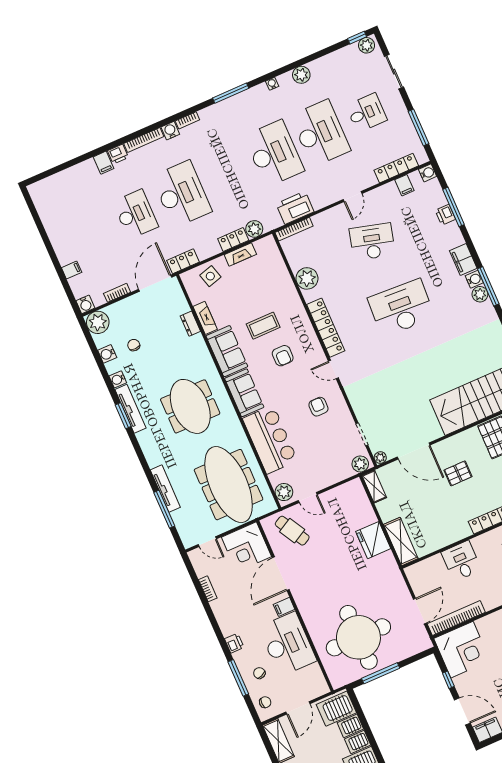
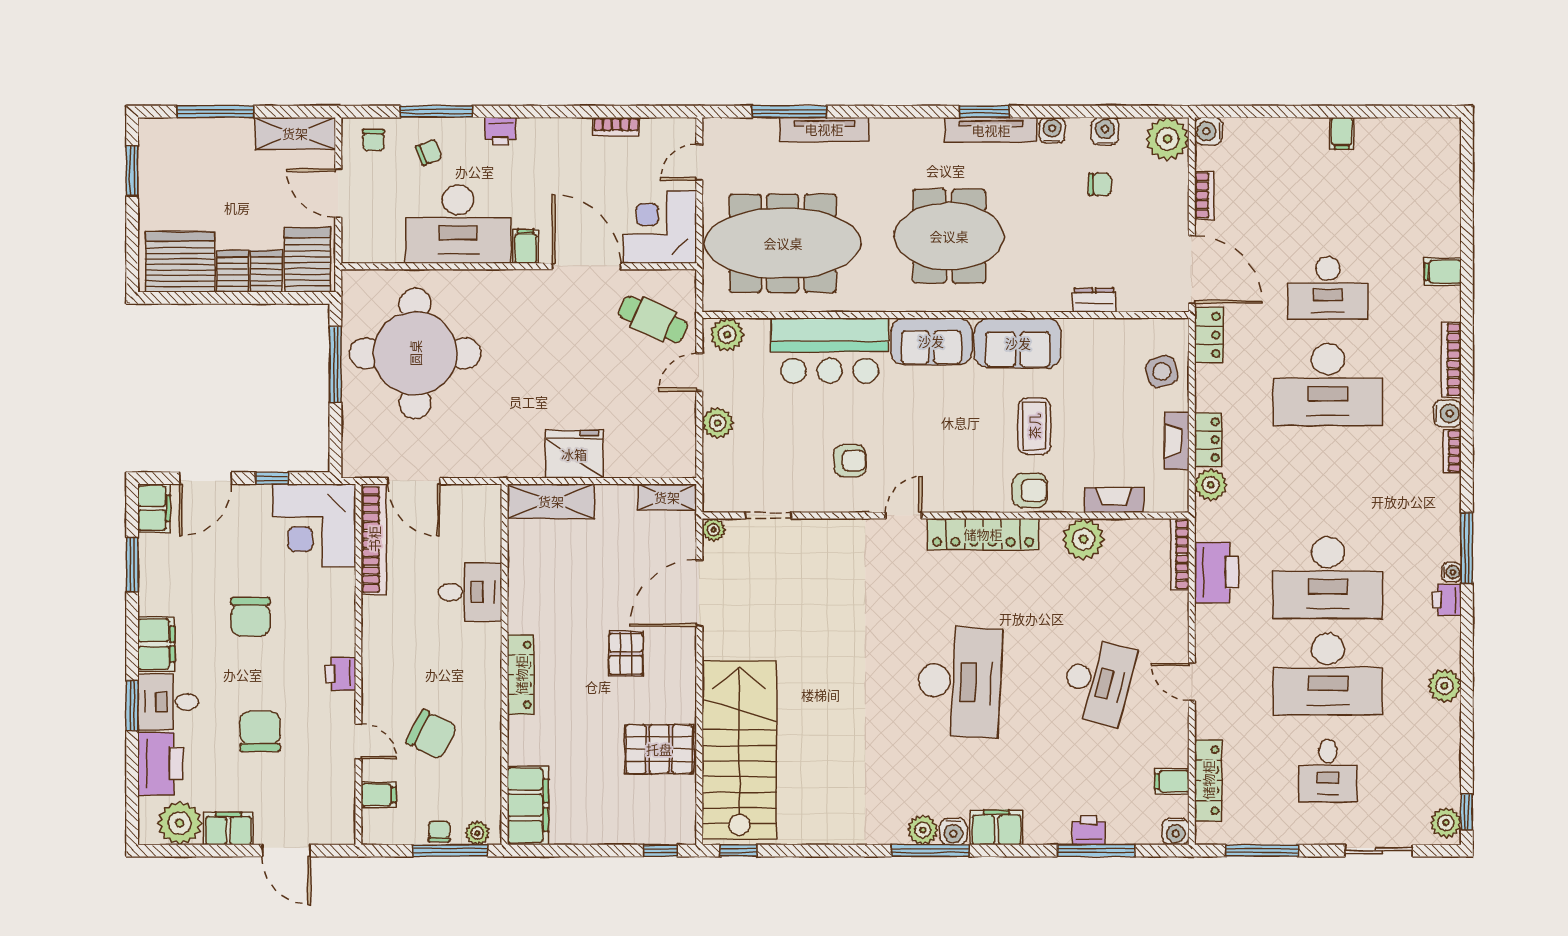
water cooler: (272, 84) -> (1451, 572), moved
printer: (118, 154) -> (1447, 600), moved
filing cabinet: (72, 270) -> (1342, 133), moved
fireplace: (205, 318) -> (1114, 500), moved, turned 180
armchair: (283, 356) -> (1030, 490), moved, turned 180
plant: (360, 464) -> (718, 423), moved
cafe table: (292, 531) -> (653, 319), turned 54

